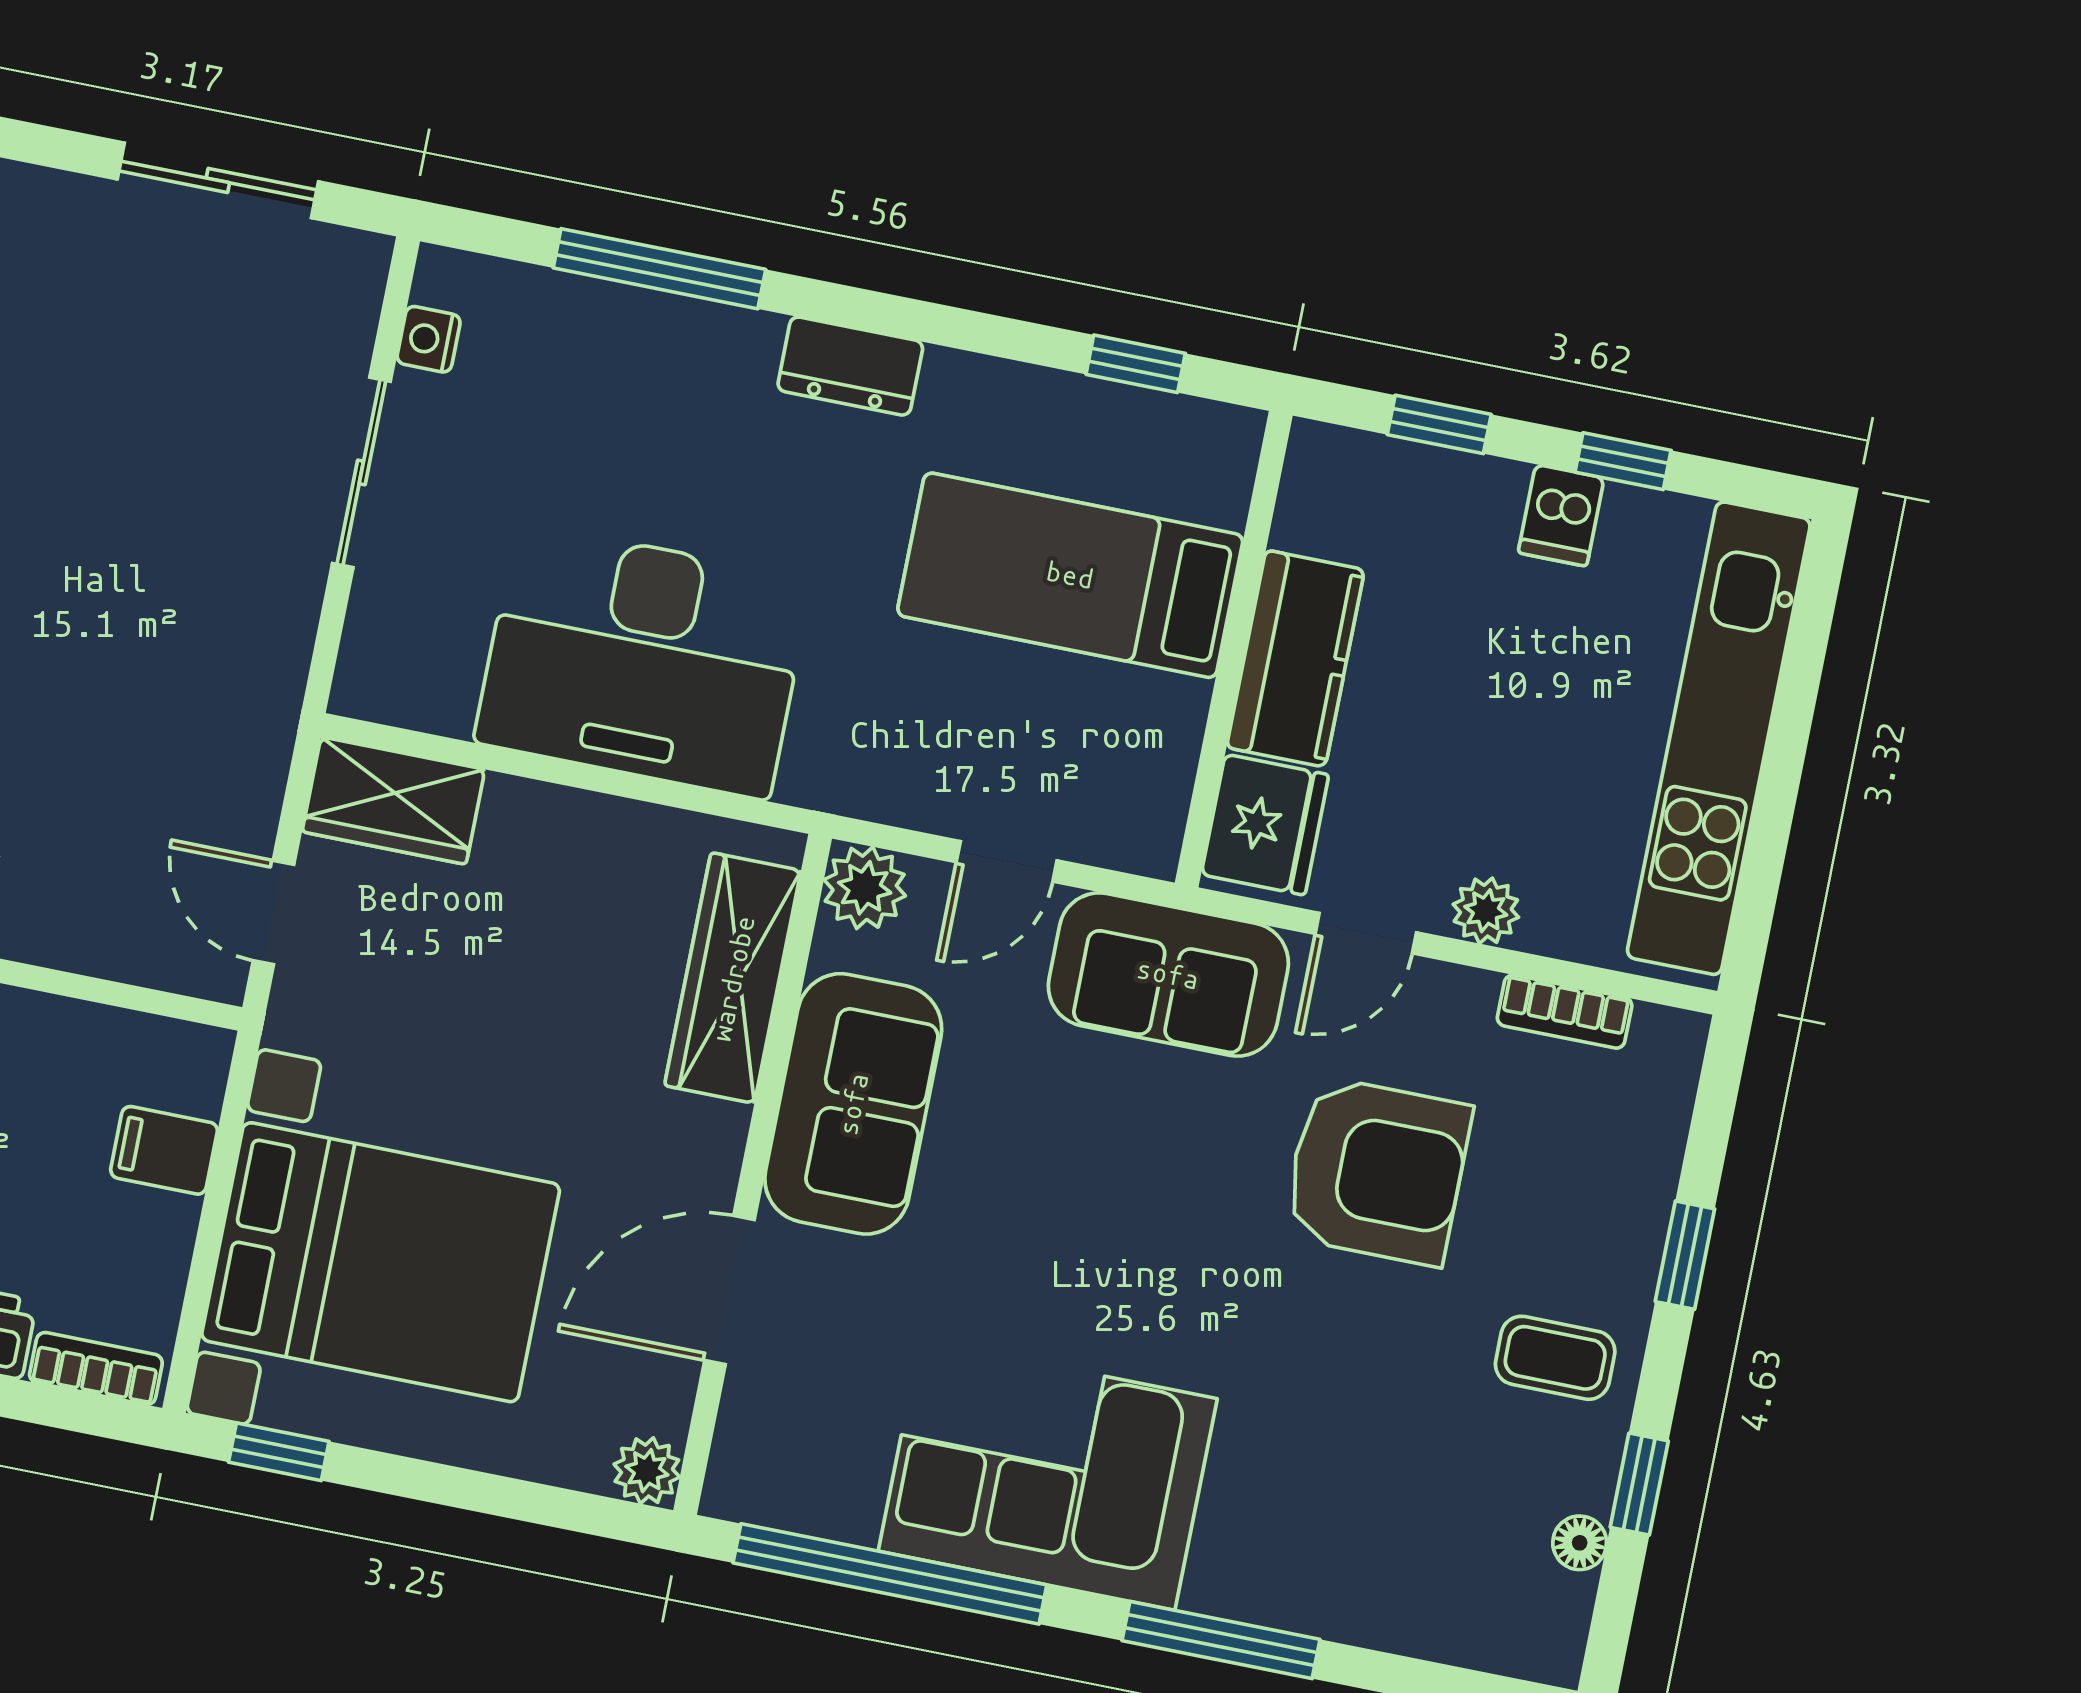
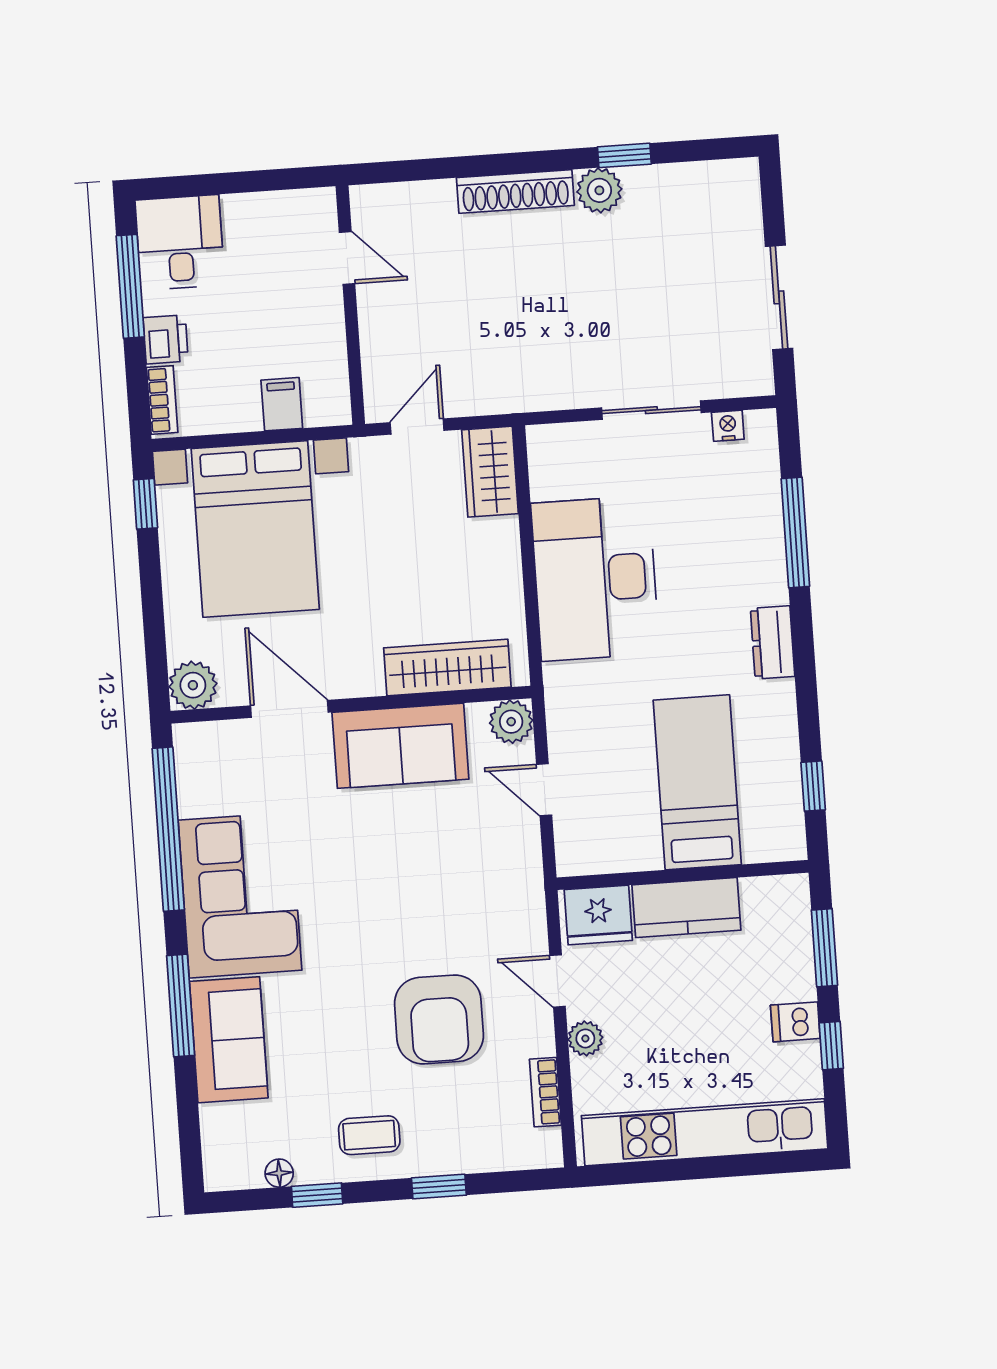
window: (1439, 424) -> (824, 948), width x1.50
sofa: (1168, 974) -> (229, 1040), moved, turned 180
coffee table: (1555, 1358) -> (369, 1135), turned 90
plant: (647, 1471) -> (193, 685), width x1.38, depth x1.38

